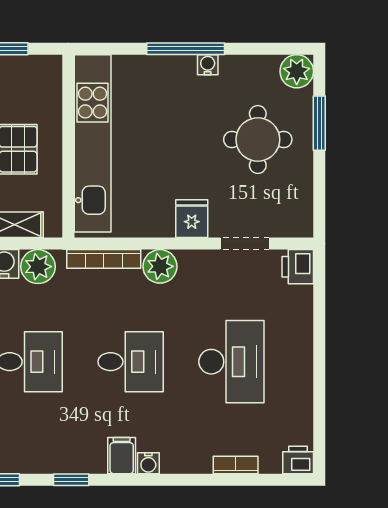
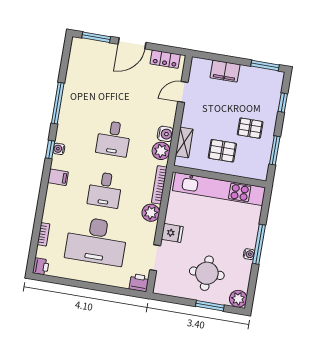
desk: (231, 362) -> (96, 241), width x1.36, depth x1.30
water cooler: (148, 463) -> (59, 149), moved

